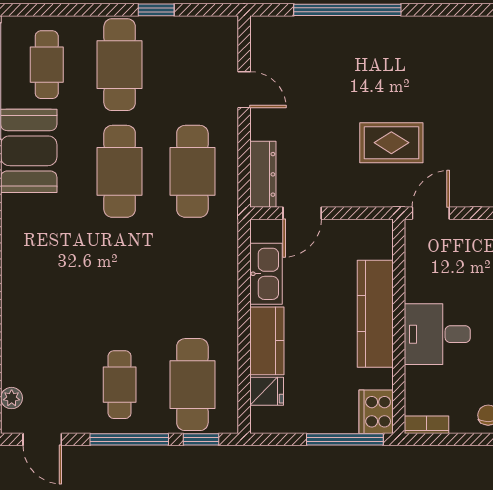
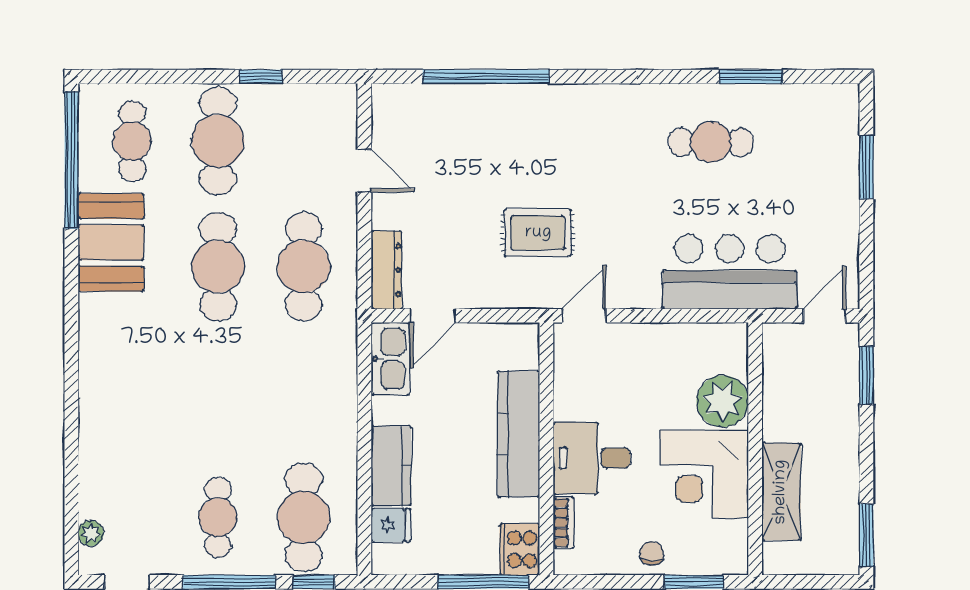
kitchen sink: (266, 274) -> (390, 359), moved
bookcase: (427, 425) -> (563, 523), moved, turned 90

